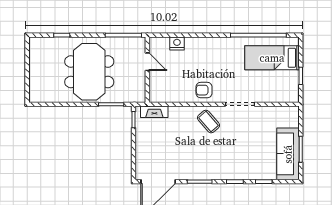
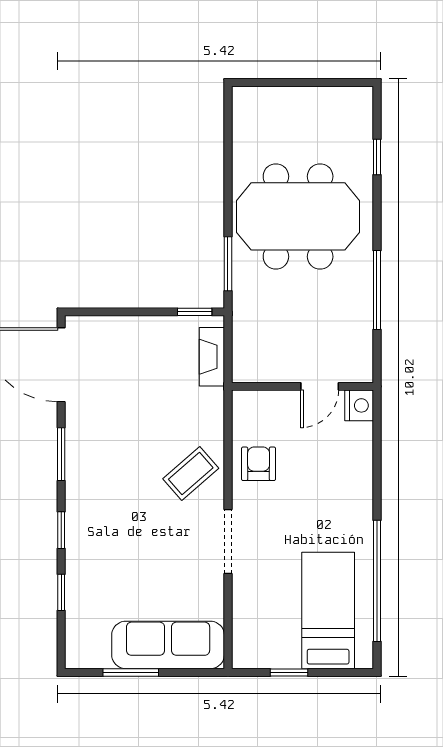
door: (147, 62) -> (320, 386), moved
wall: (147, 70) -> (302, 386), moved
sofa: (288, 154) -> (168, 645), moved

